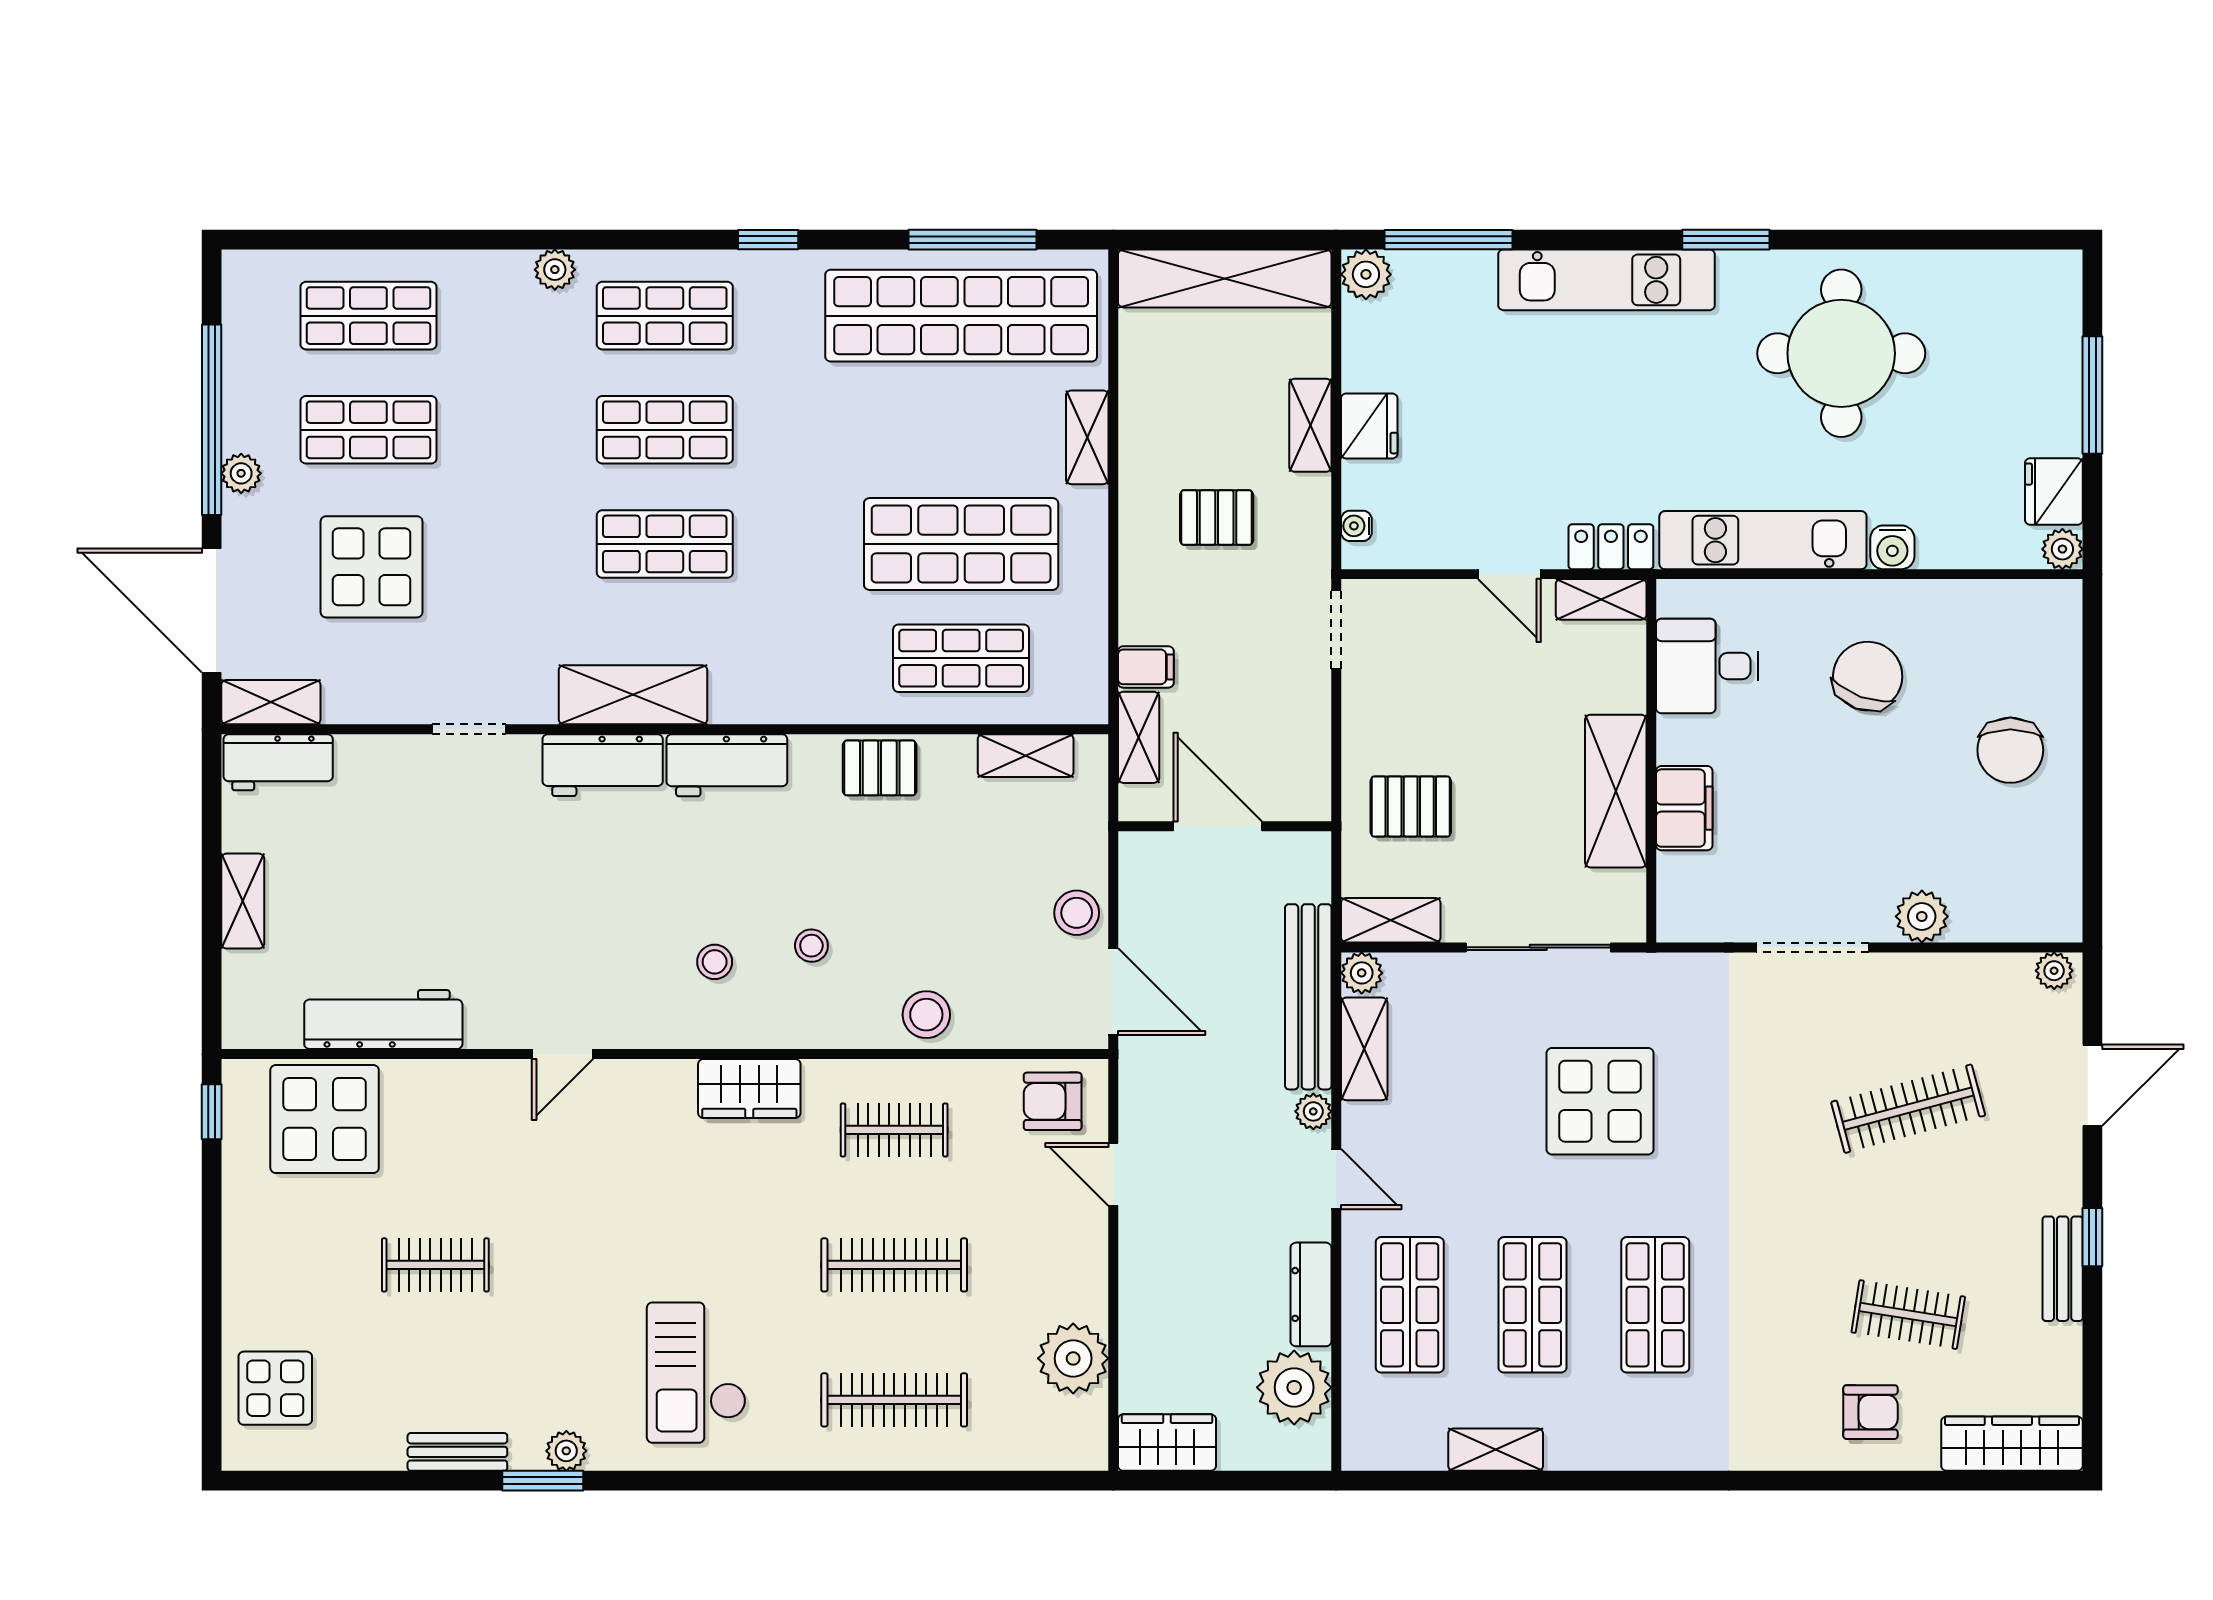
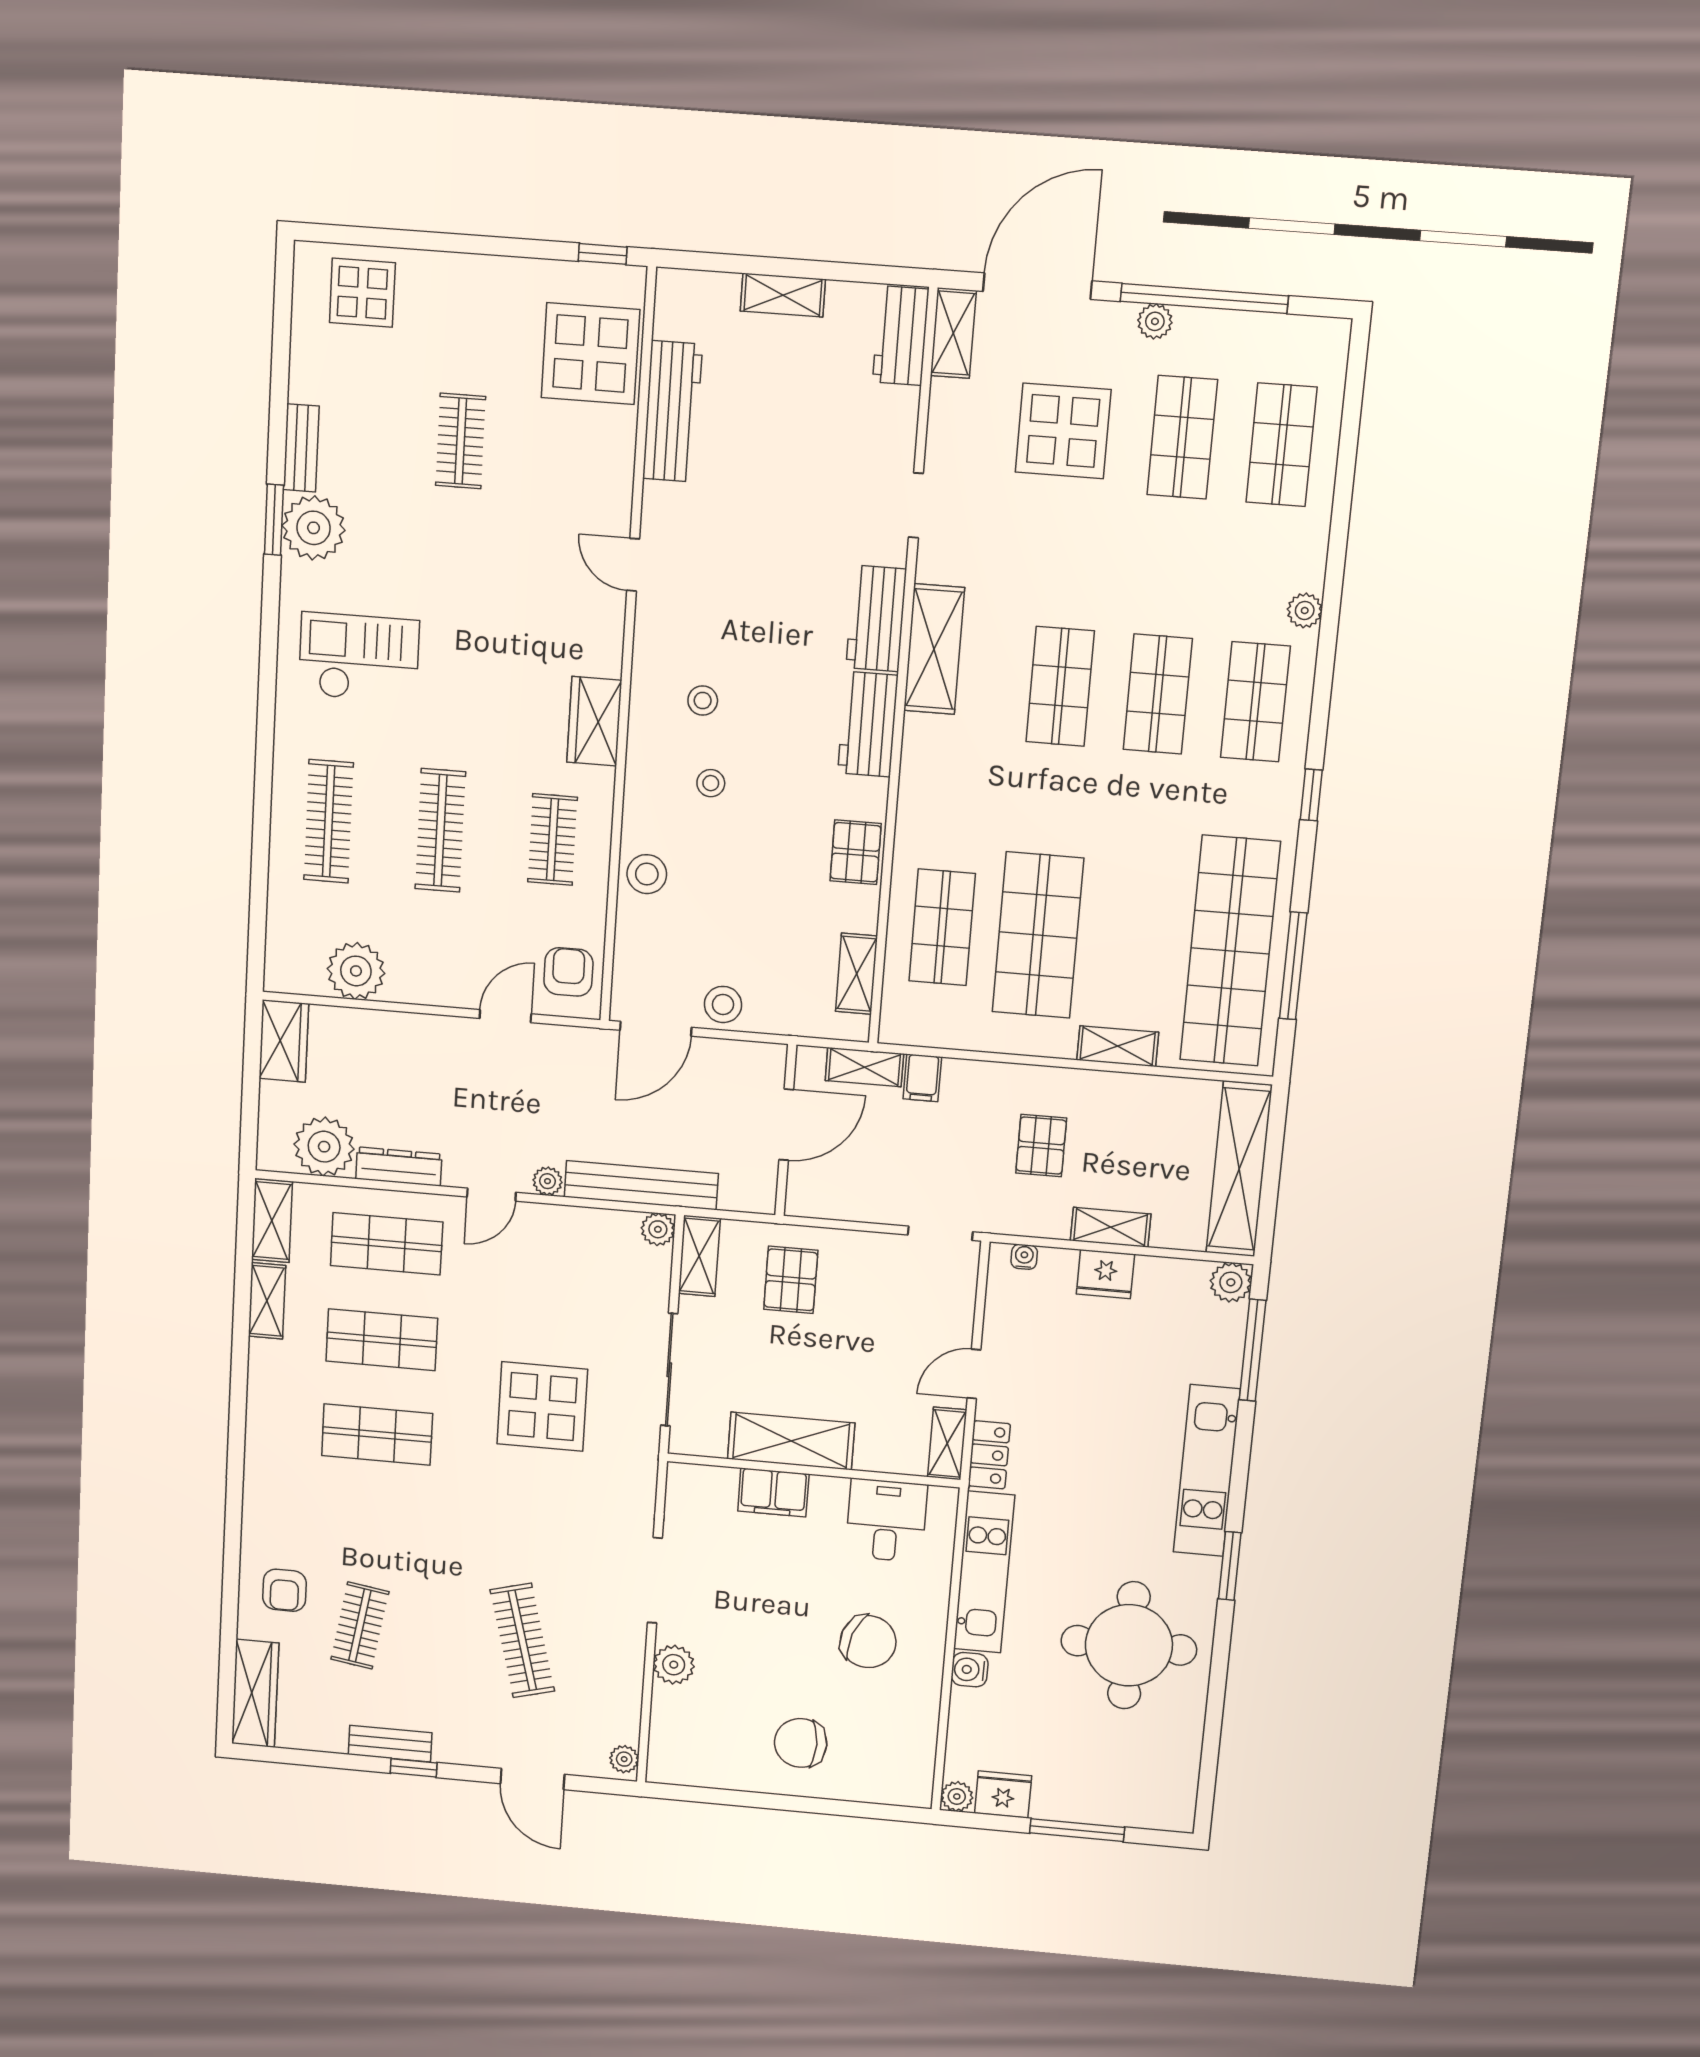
shelving: (1364, 1049) -> (272, 1221), moved, turned 90
plant: (566, 1451) -> (314, 528), width x1.88, depth x1.88

